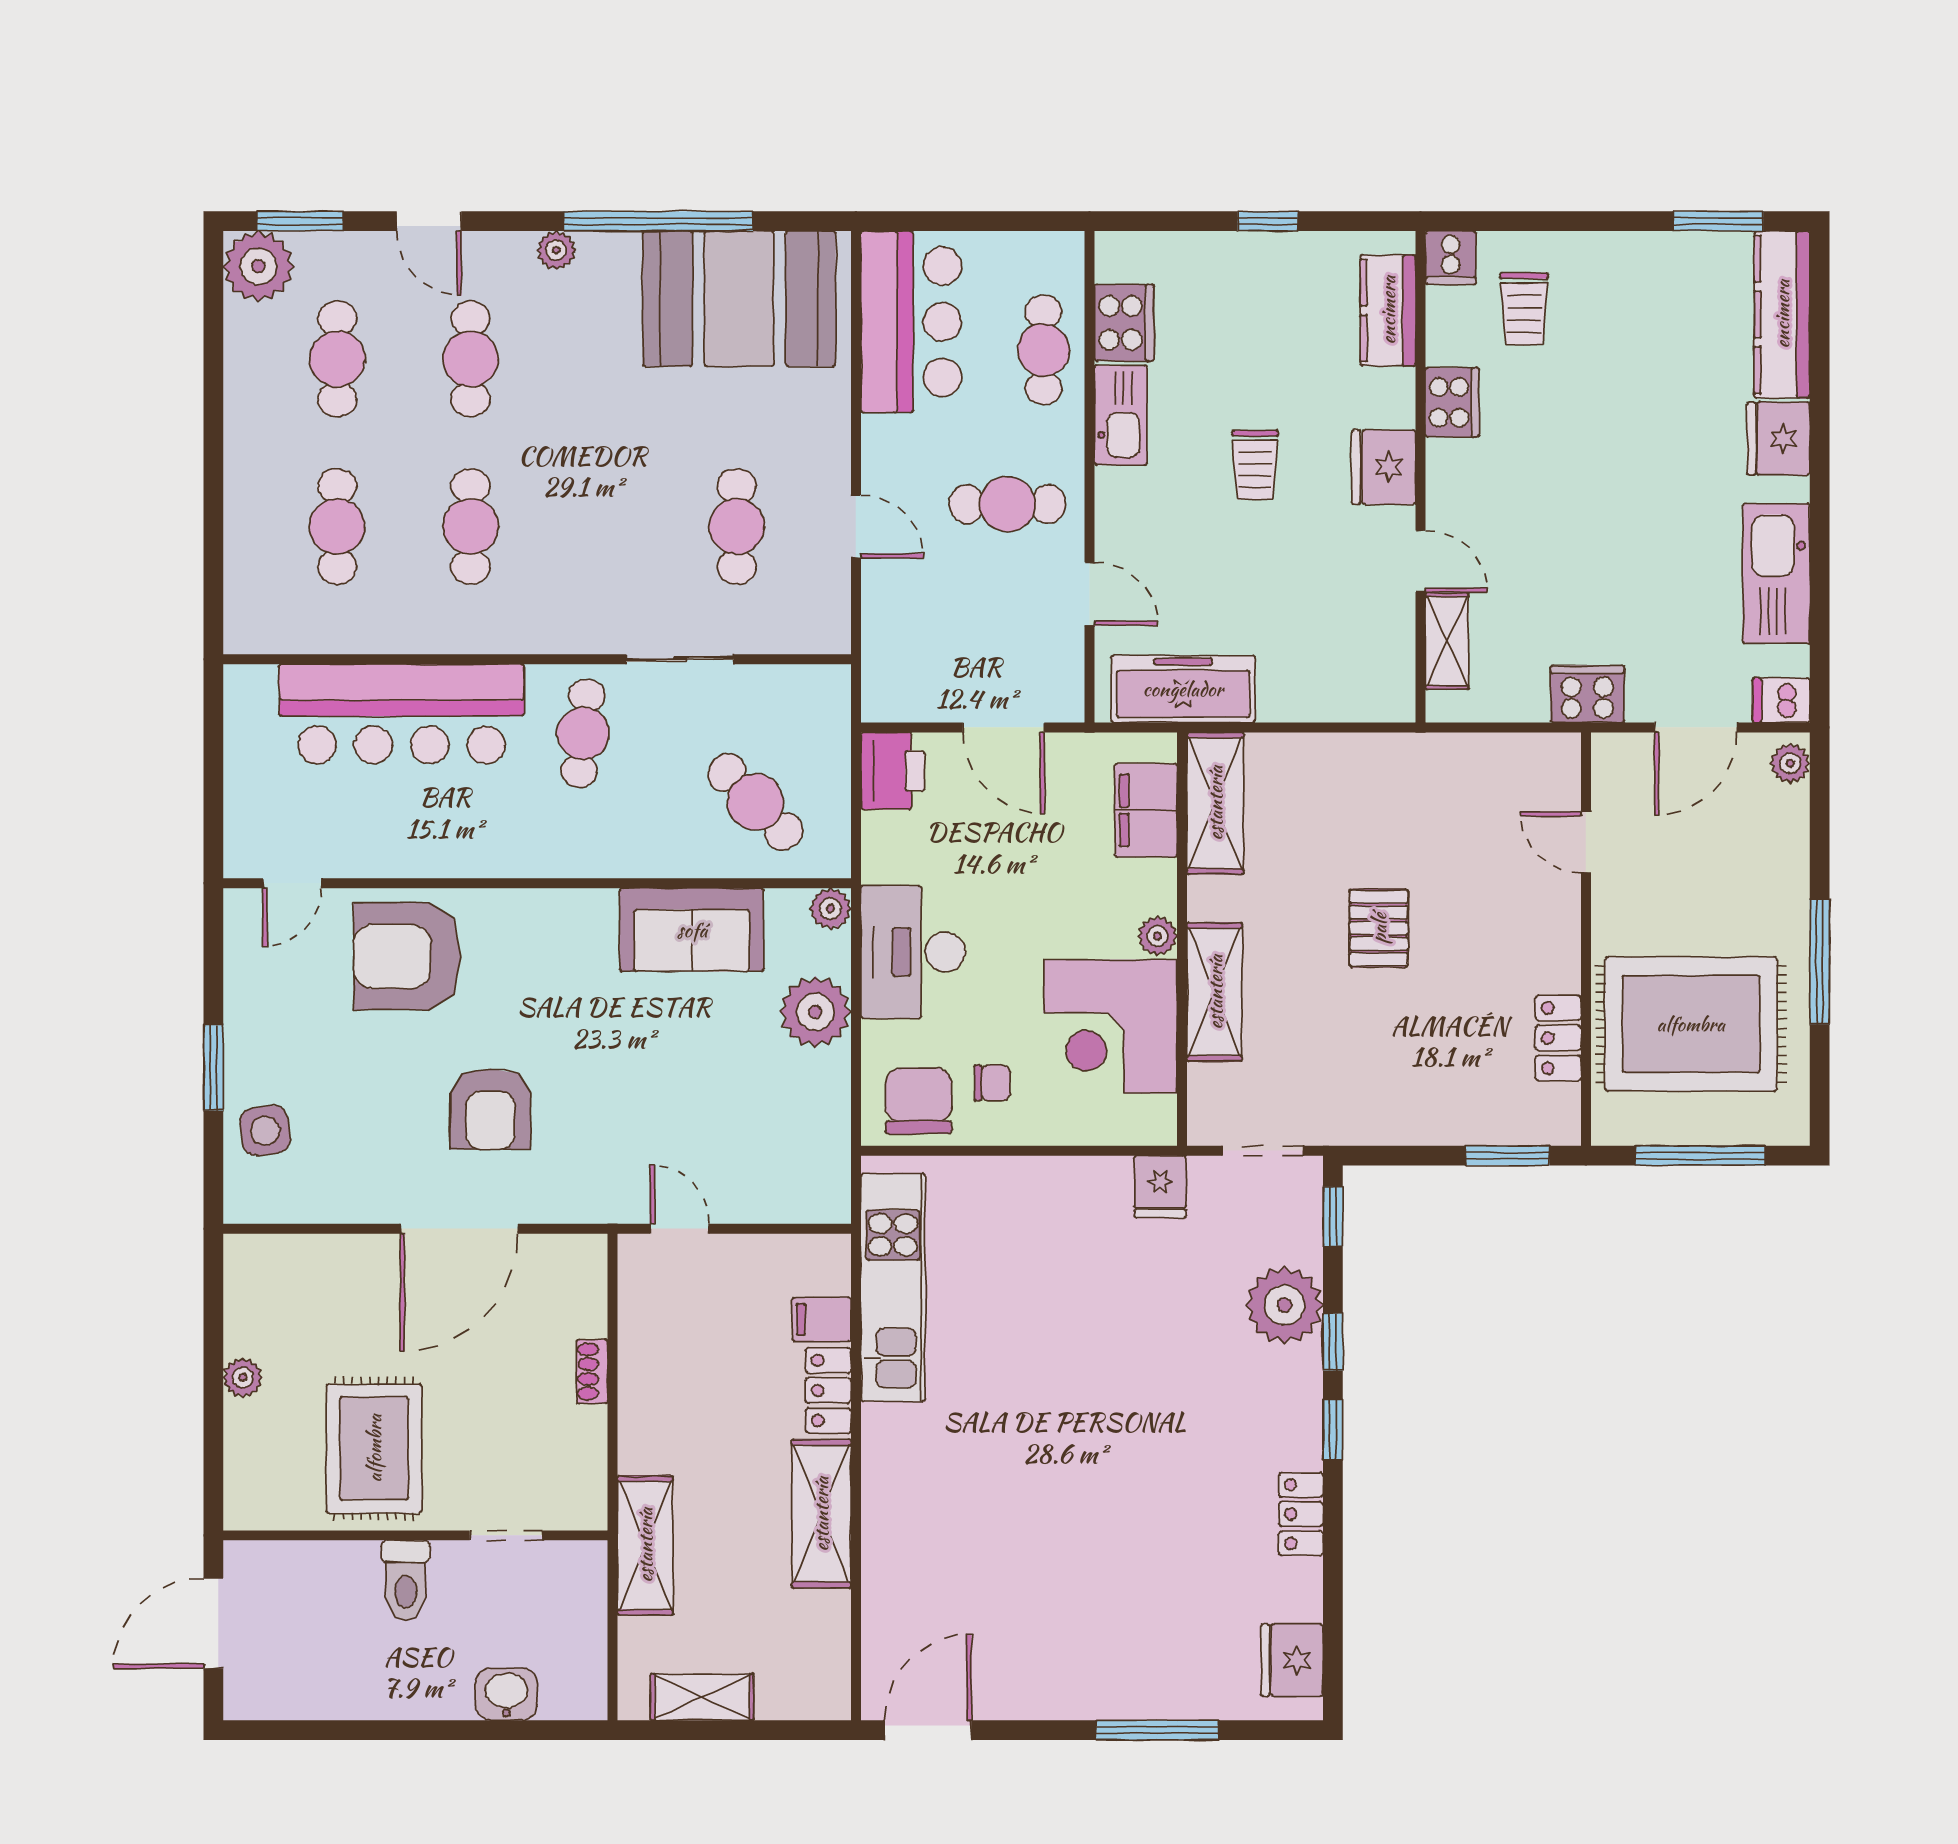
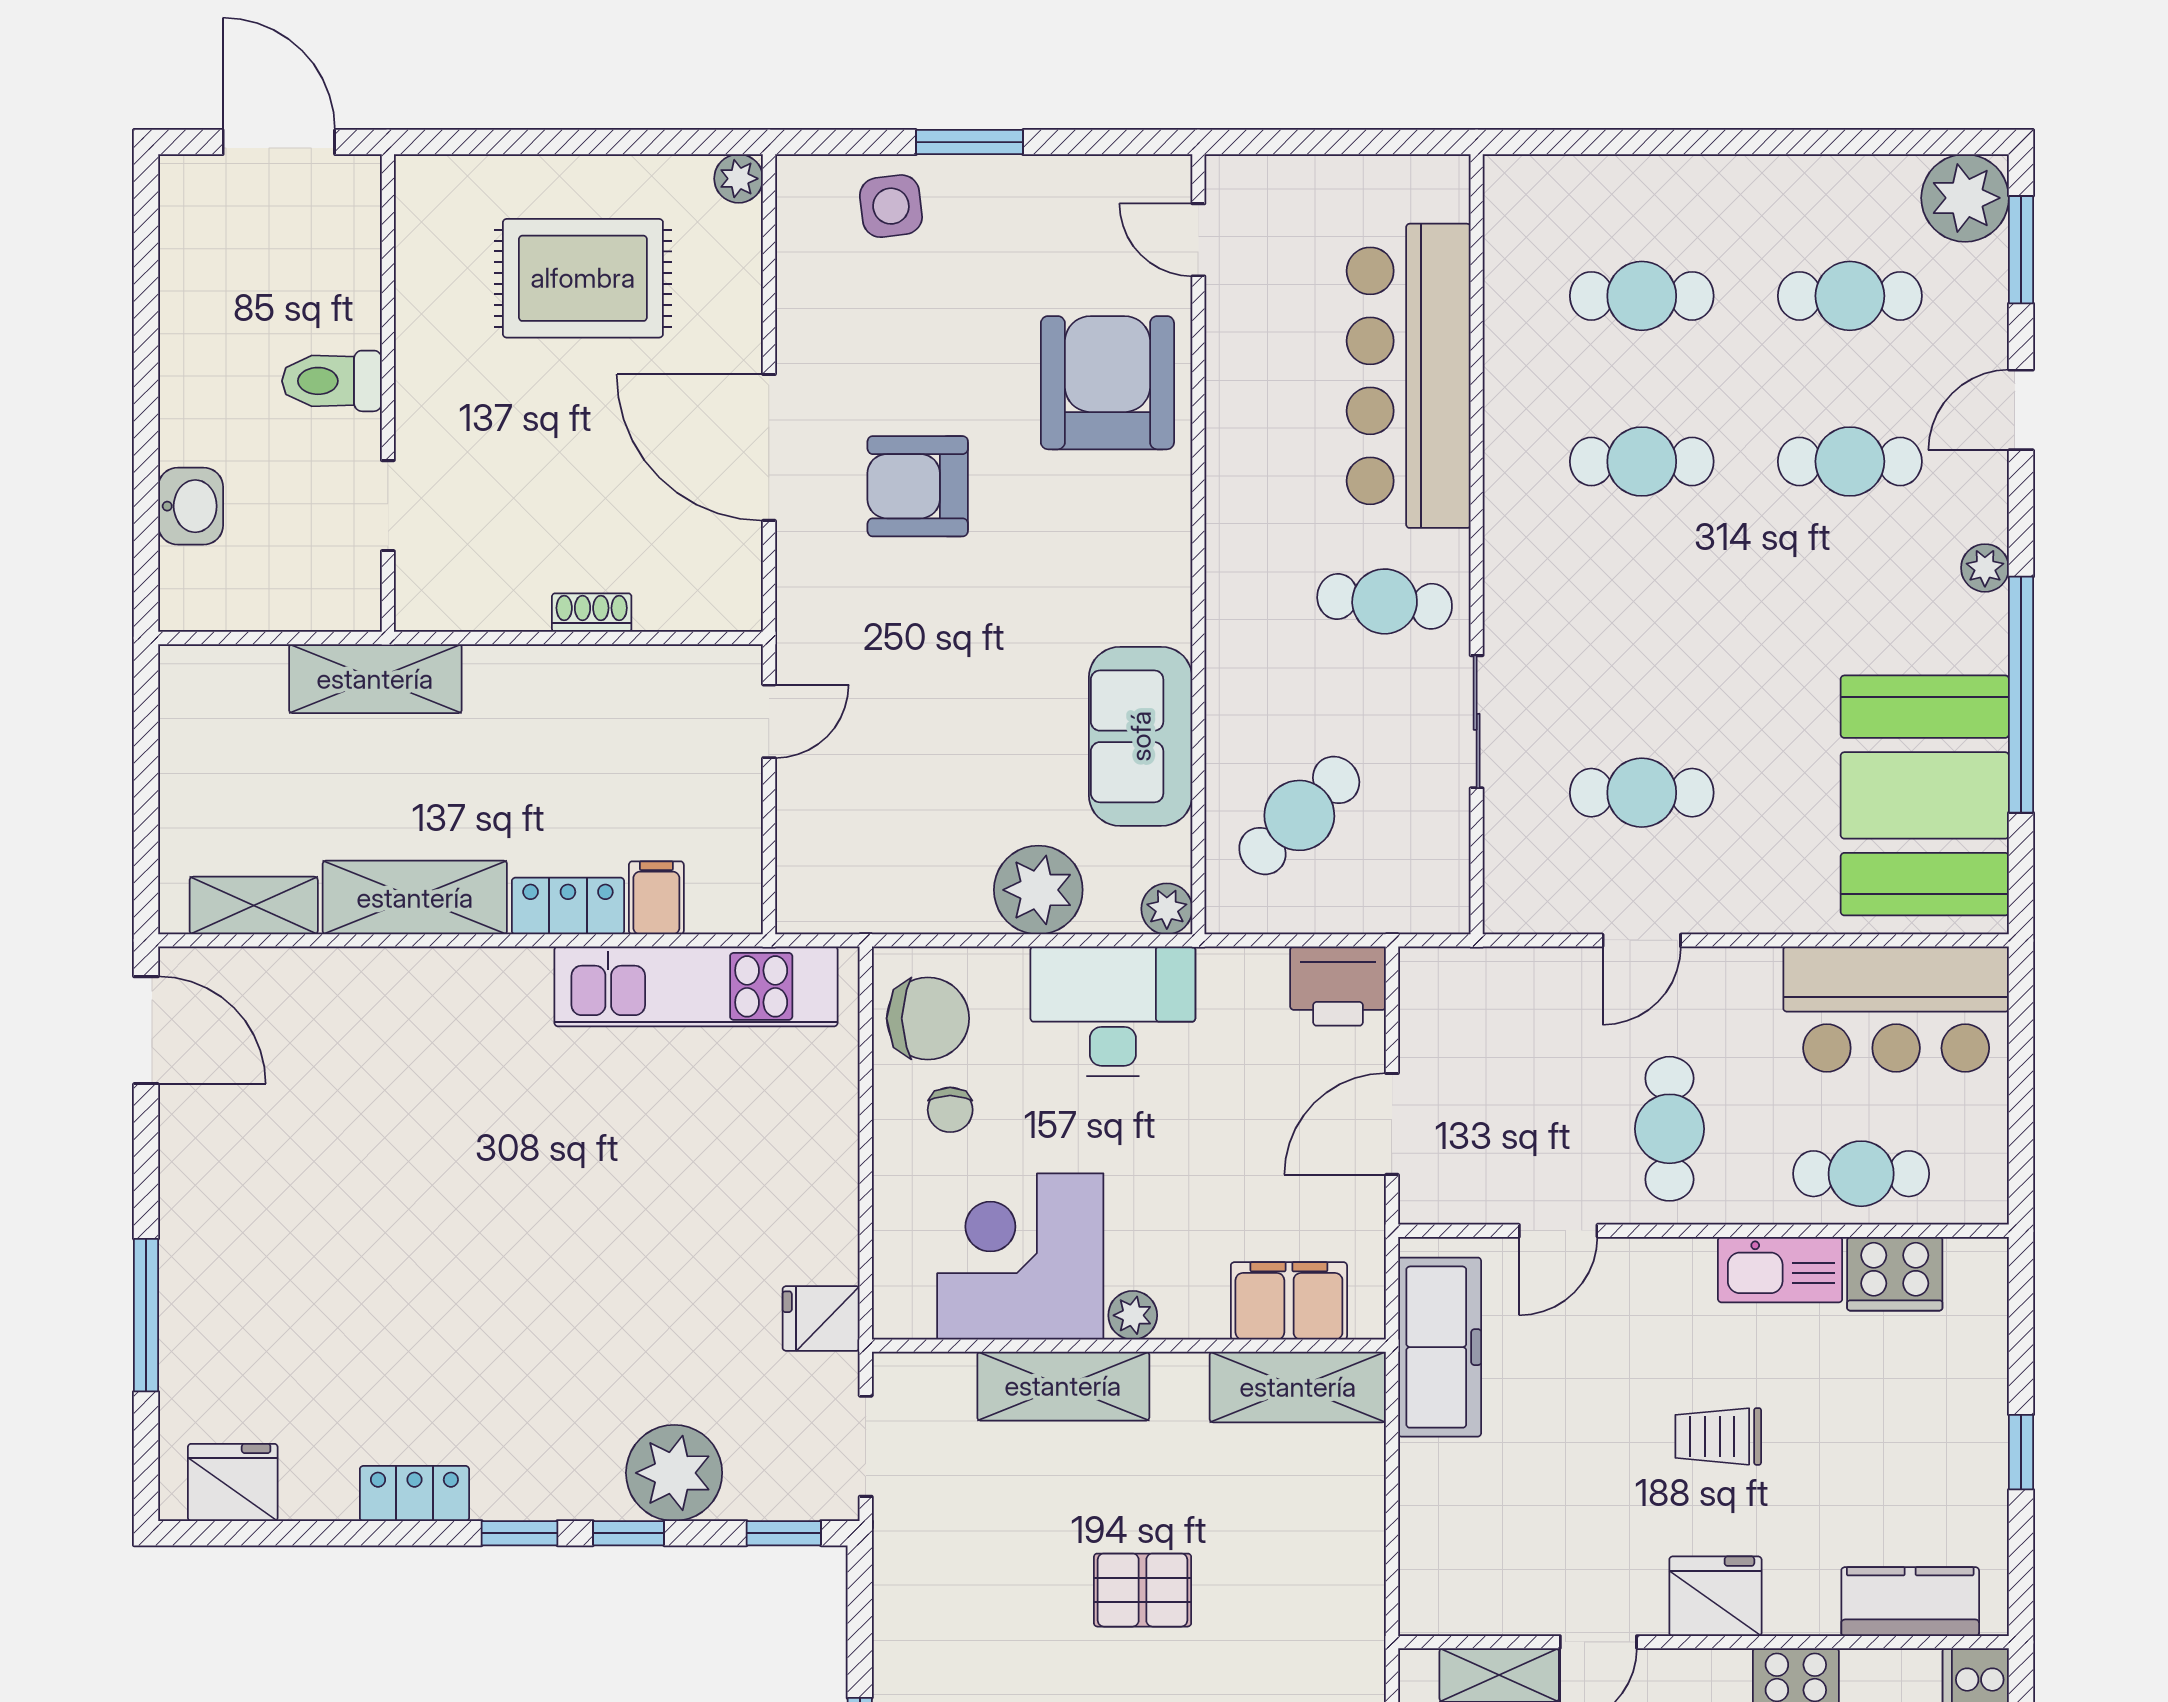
plant: (243, 1378) -> (739, 179), moved
rug: (374, 1448) -> (583, 278), moved
shelving: (702, 1697) -> (254, 906), moved, turned 90

